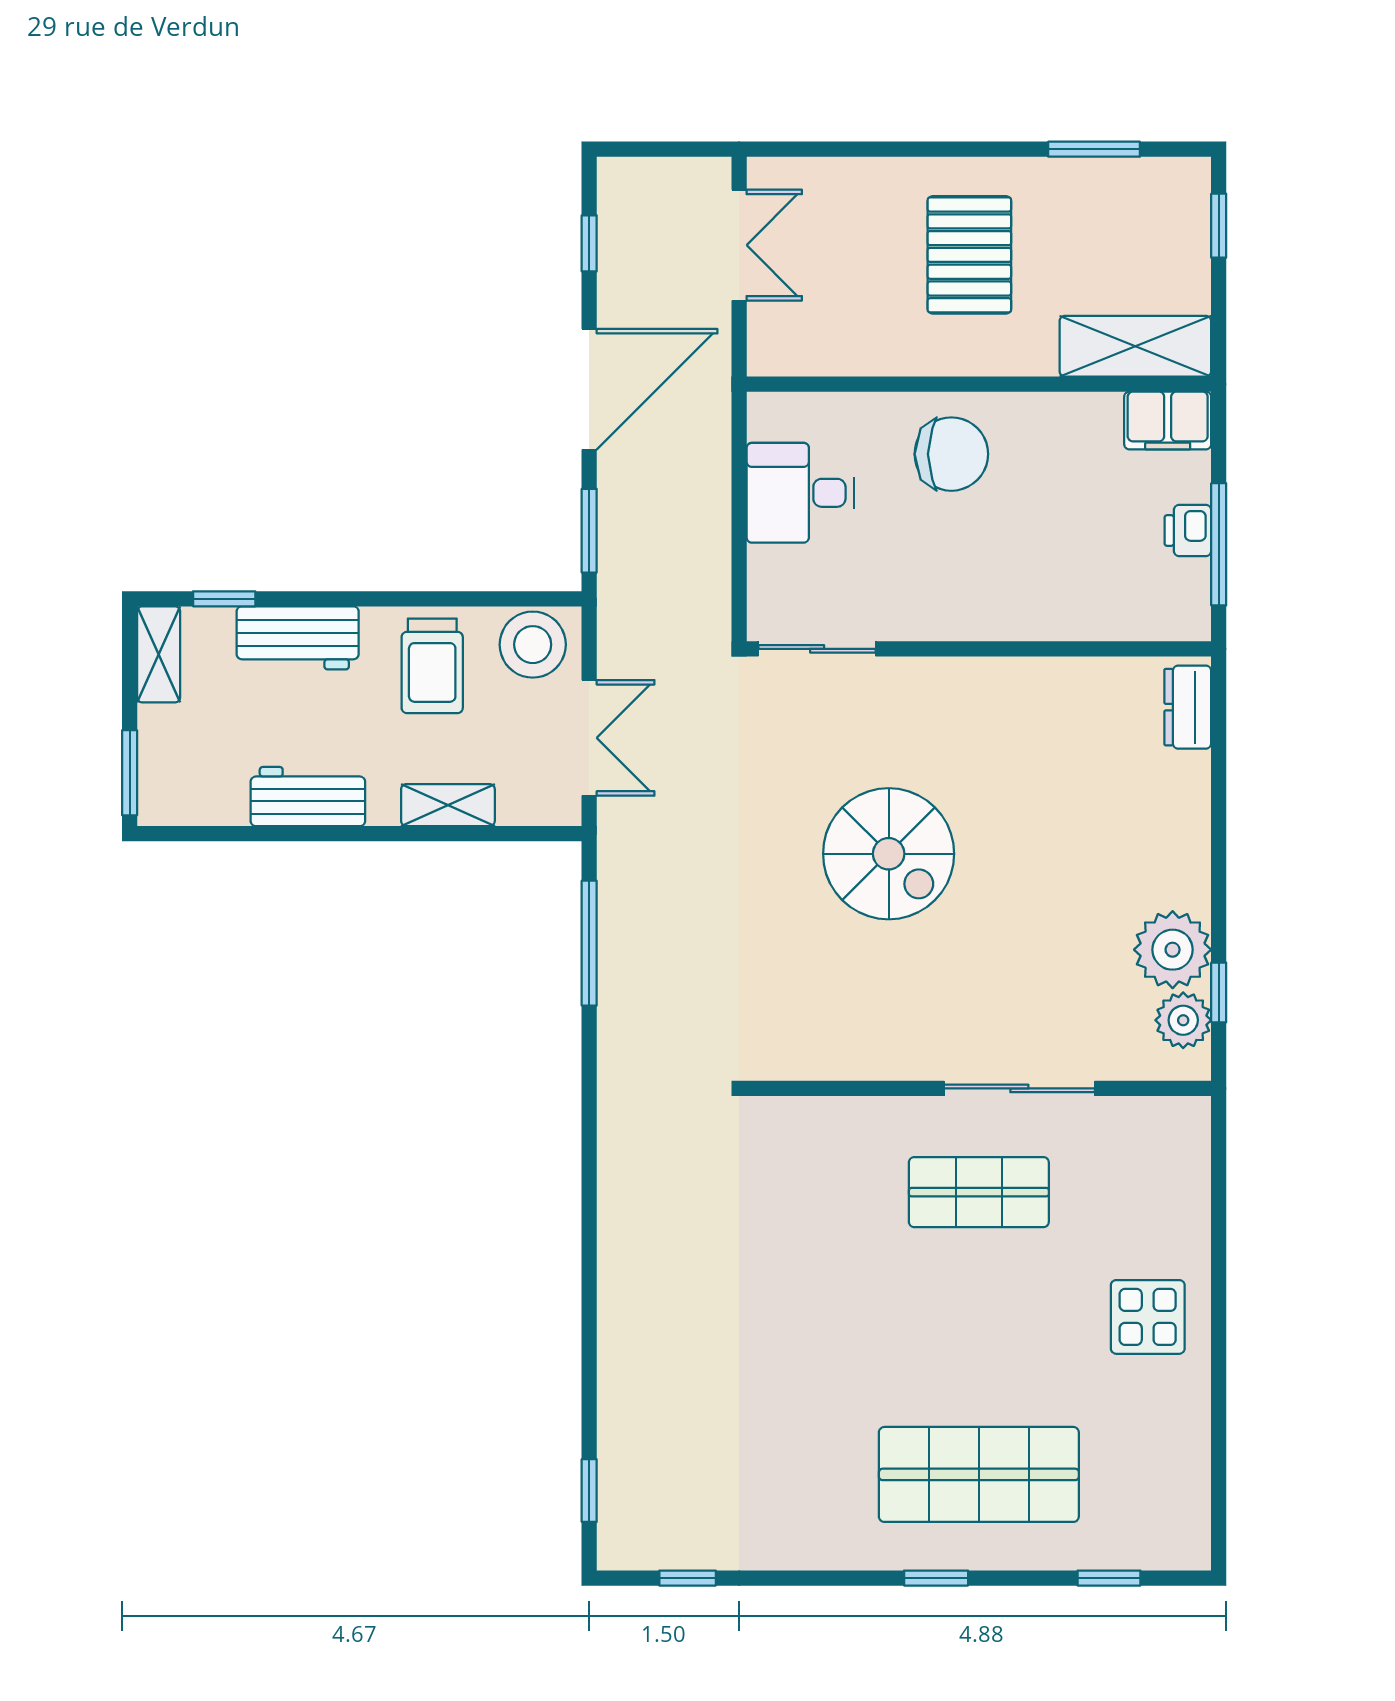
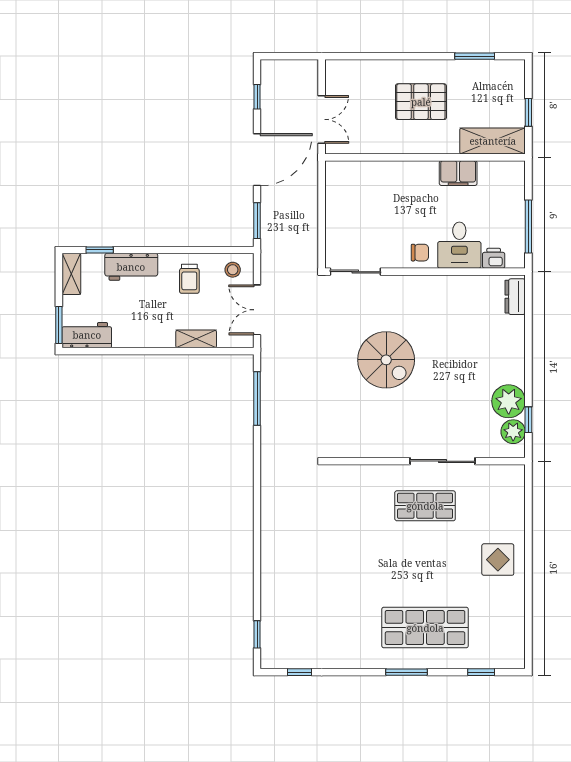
window: (1219, 226) -> (528, 112), moved
double door: (739, 245) -> (322, 119), moved
pallet: (969, 255) -> (421, 102), turned 90
filing cabinet: (1168, 421) -> (458, 173), moved
chair: (951, 454) -> (420, 253), moved, width x0.54, depth x0.54
desk: (800, 493) -> (459, 245), moved, turned -90
printer: (1188, 531) -> (494, 258), moved, turned 90
stool: (533, 645) -> (233, 270), width x0.53, depth x0.53
trolley: (432, 666) -> (189, 279), width x0.73, depth x0.72
double door: (589, 738) -> (257, 310), swing flipped
workbench: (308, 797) -> (87, 335), moved
window: (936, 1578) -> (407, 672), width x1.50

